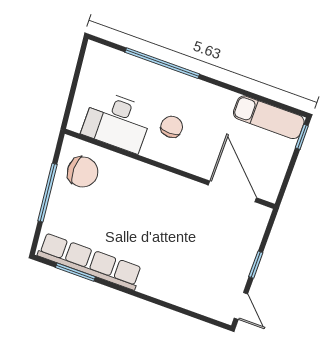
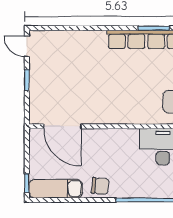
chair: (172, 127) -> (100, 186), moved, turned -85

